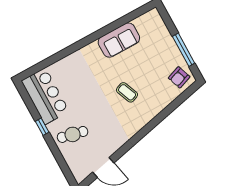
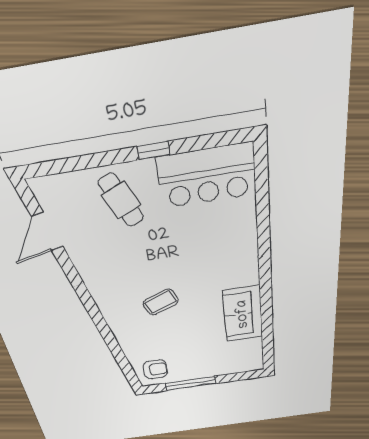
armchair: (179, 77) -> (155, 369), turned 110
cafe table: (73, 134) -> (121, 200), turned -36

